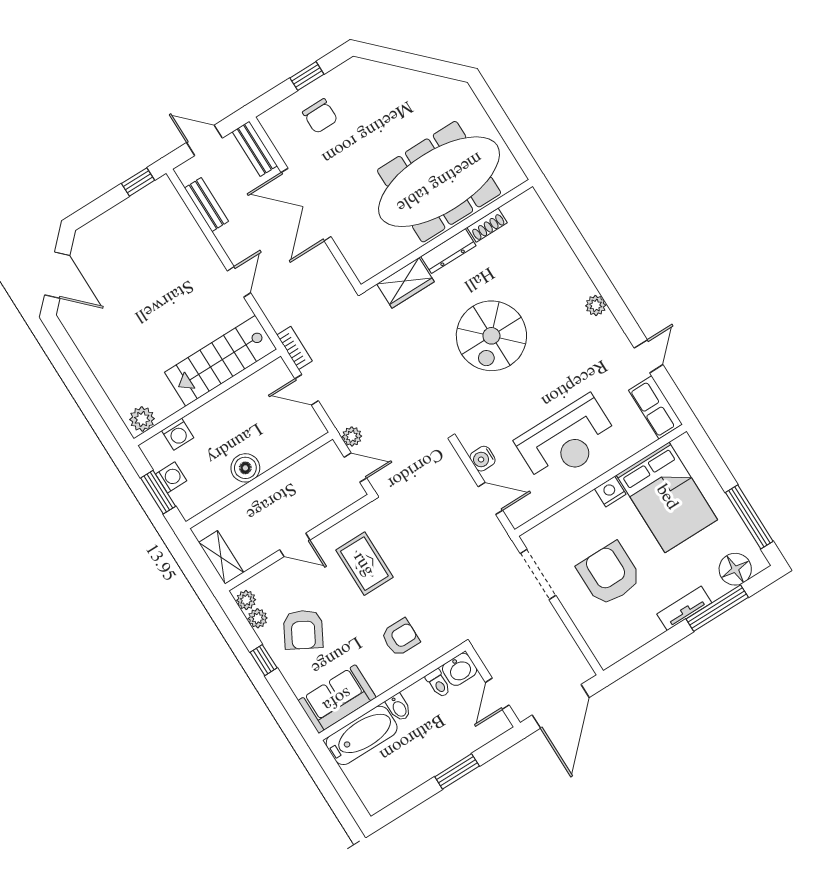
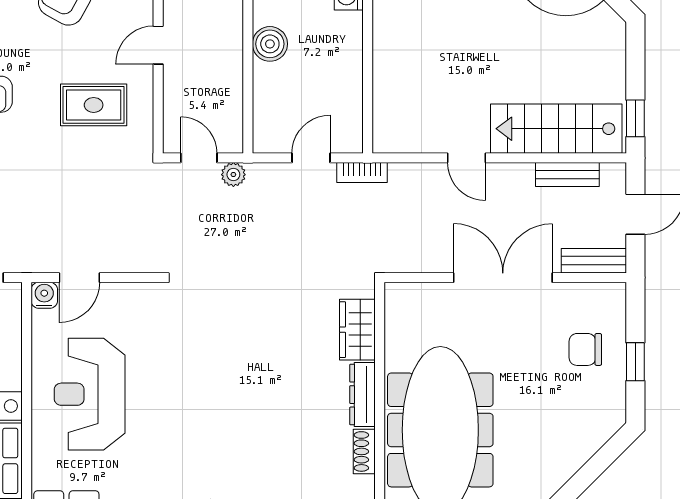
spiral stairs: (491, 336) -> (247, 384), removed
stairs: (221, 361) -> (556, 129), moved, turned -90
water cooler: (483, 459) -> (44, 295), moved
door: (355, 468) -> (199, 158), swing flipped

